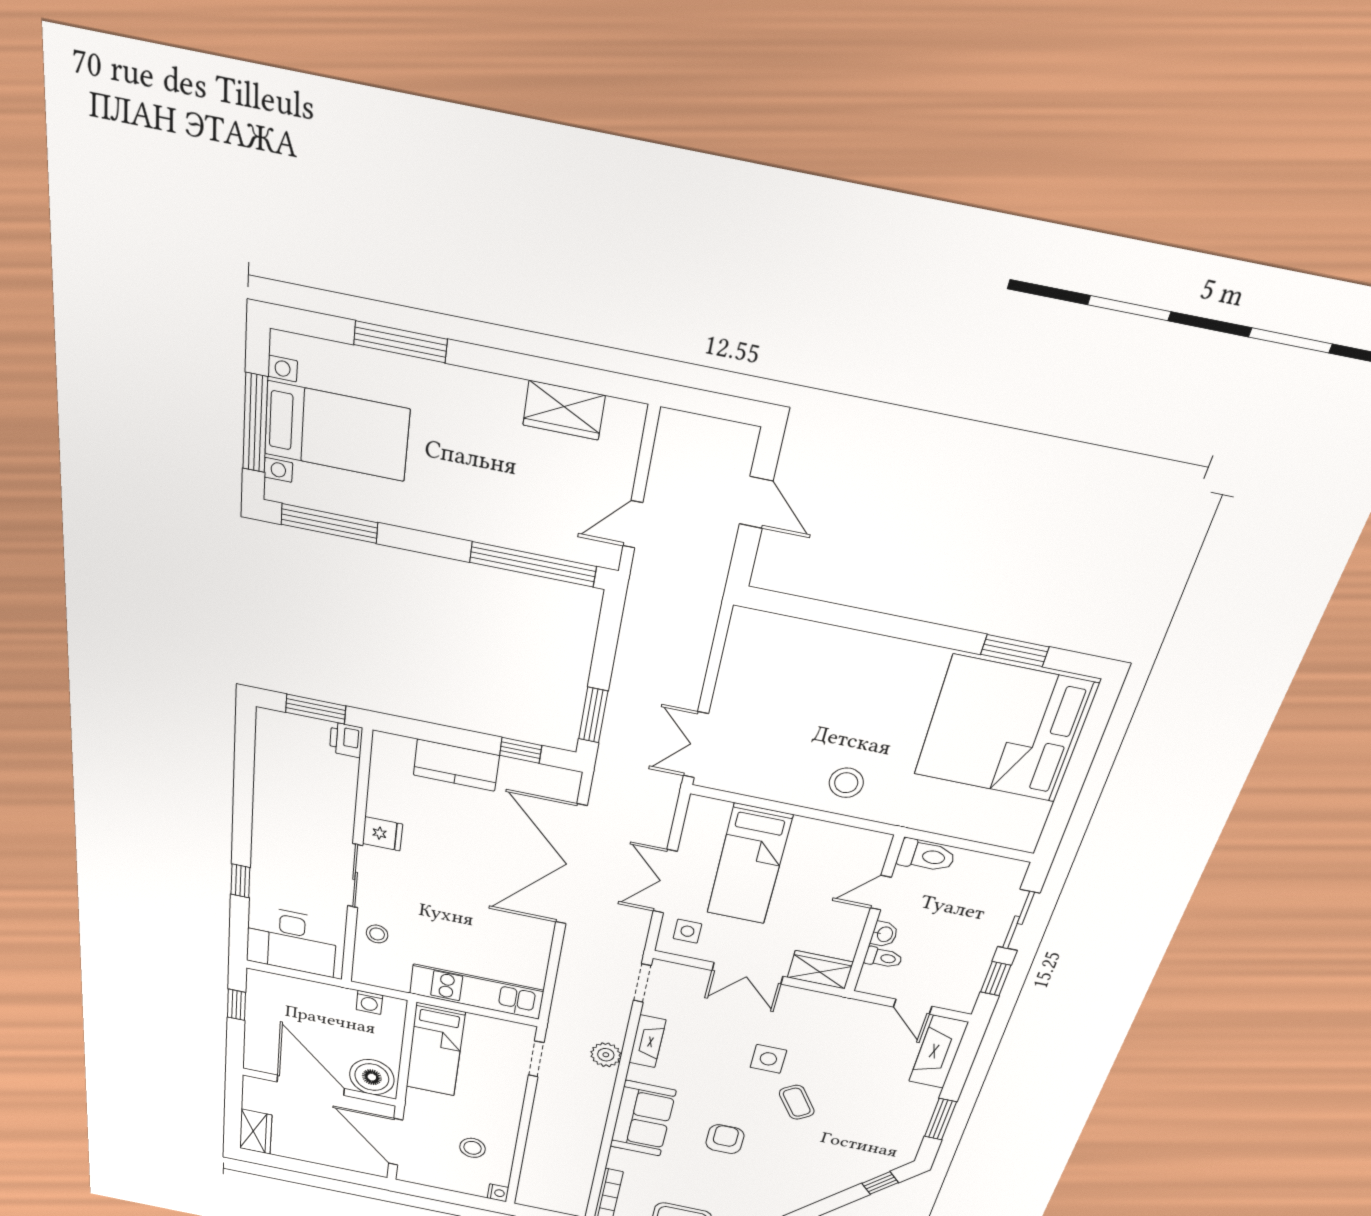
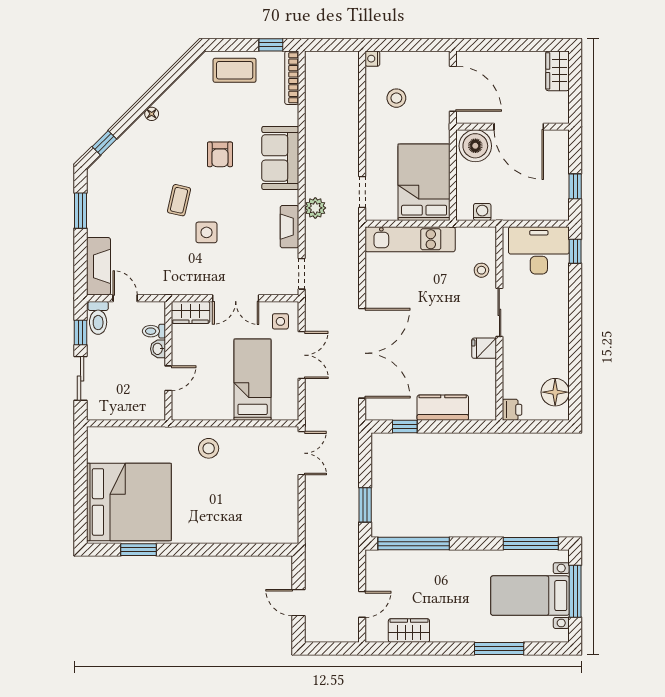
door: (633, 524) -> (362, 604), moved
window: (316, 709) -> (532, 426), removed
window: (593, 715) -> (365, 505), moved
floor lamp: (276, 751) -> (555, 392), added
toilet: (926, 856) -> (98, 318), moved, turned -90
window: (240, 881) -> (575, 251), moved
double door: (747, 973) -> (236, 298), swing flipped
bed: (435, 1050) -> (424, 182), width x1.50
coffee table: (797, 1102) -> (179, 200), turned 47
floor lamp: (806, 1199) -> (152, 114), added

